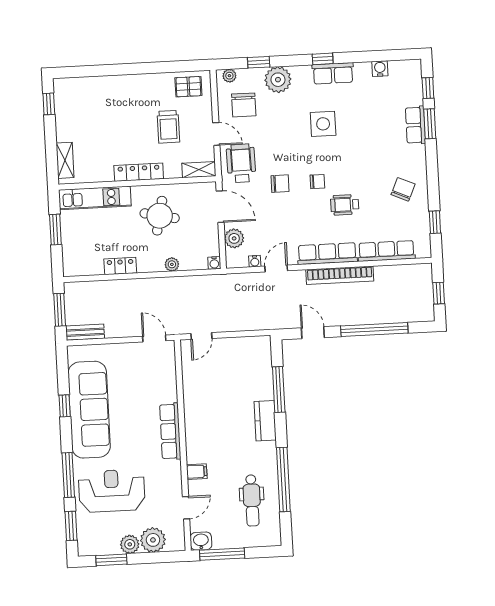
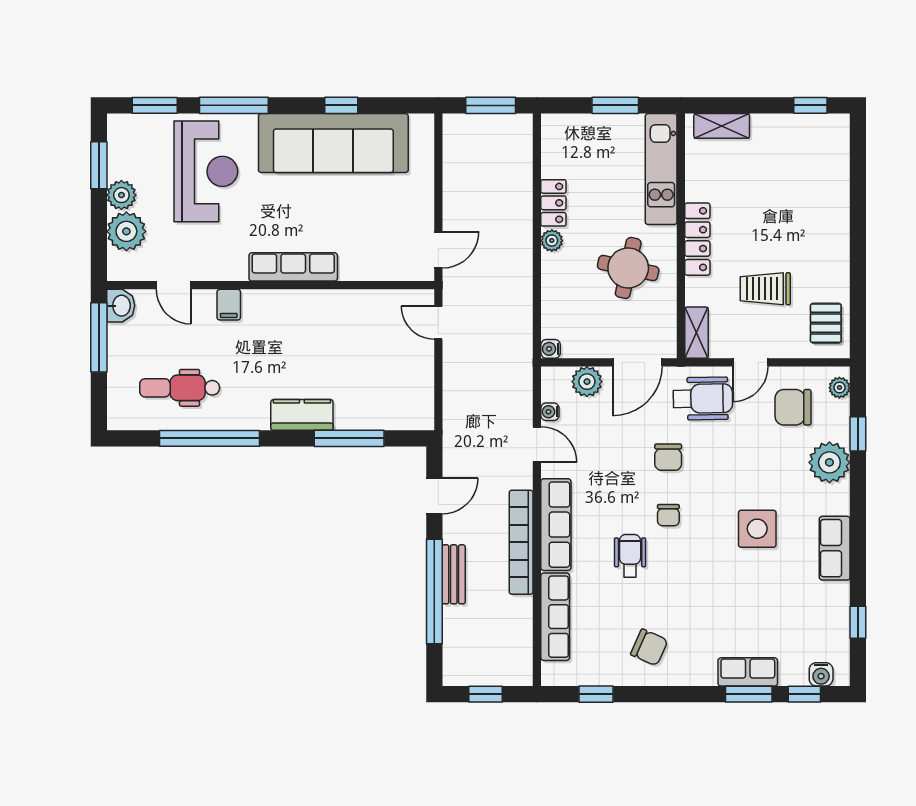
window: (323, 59) -> (858, 622), moved
water cooler: (380, 69) -> (821, 674), moved, turned 90
plant: (172, 264) -> (552, 241), moved
bench: (85, 332) -> (454, 574), moved

